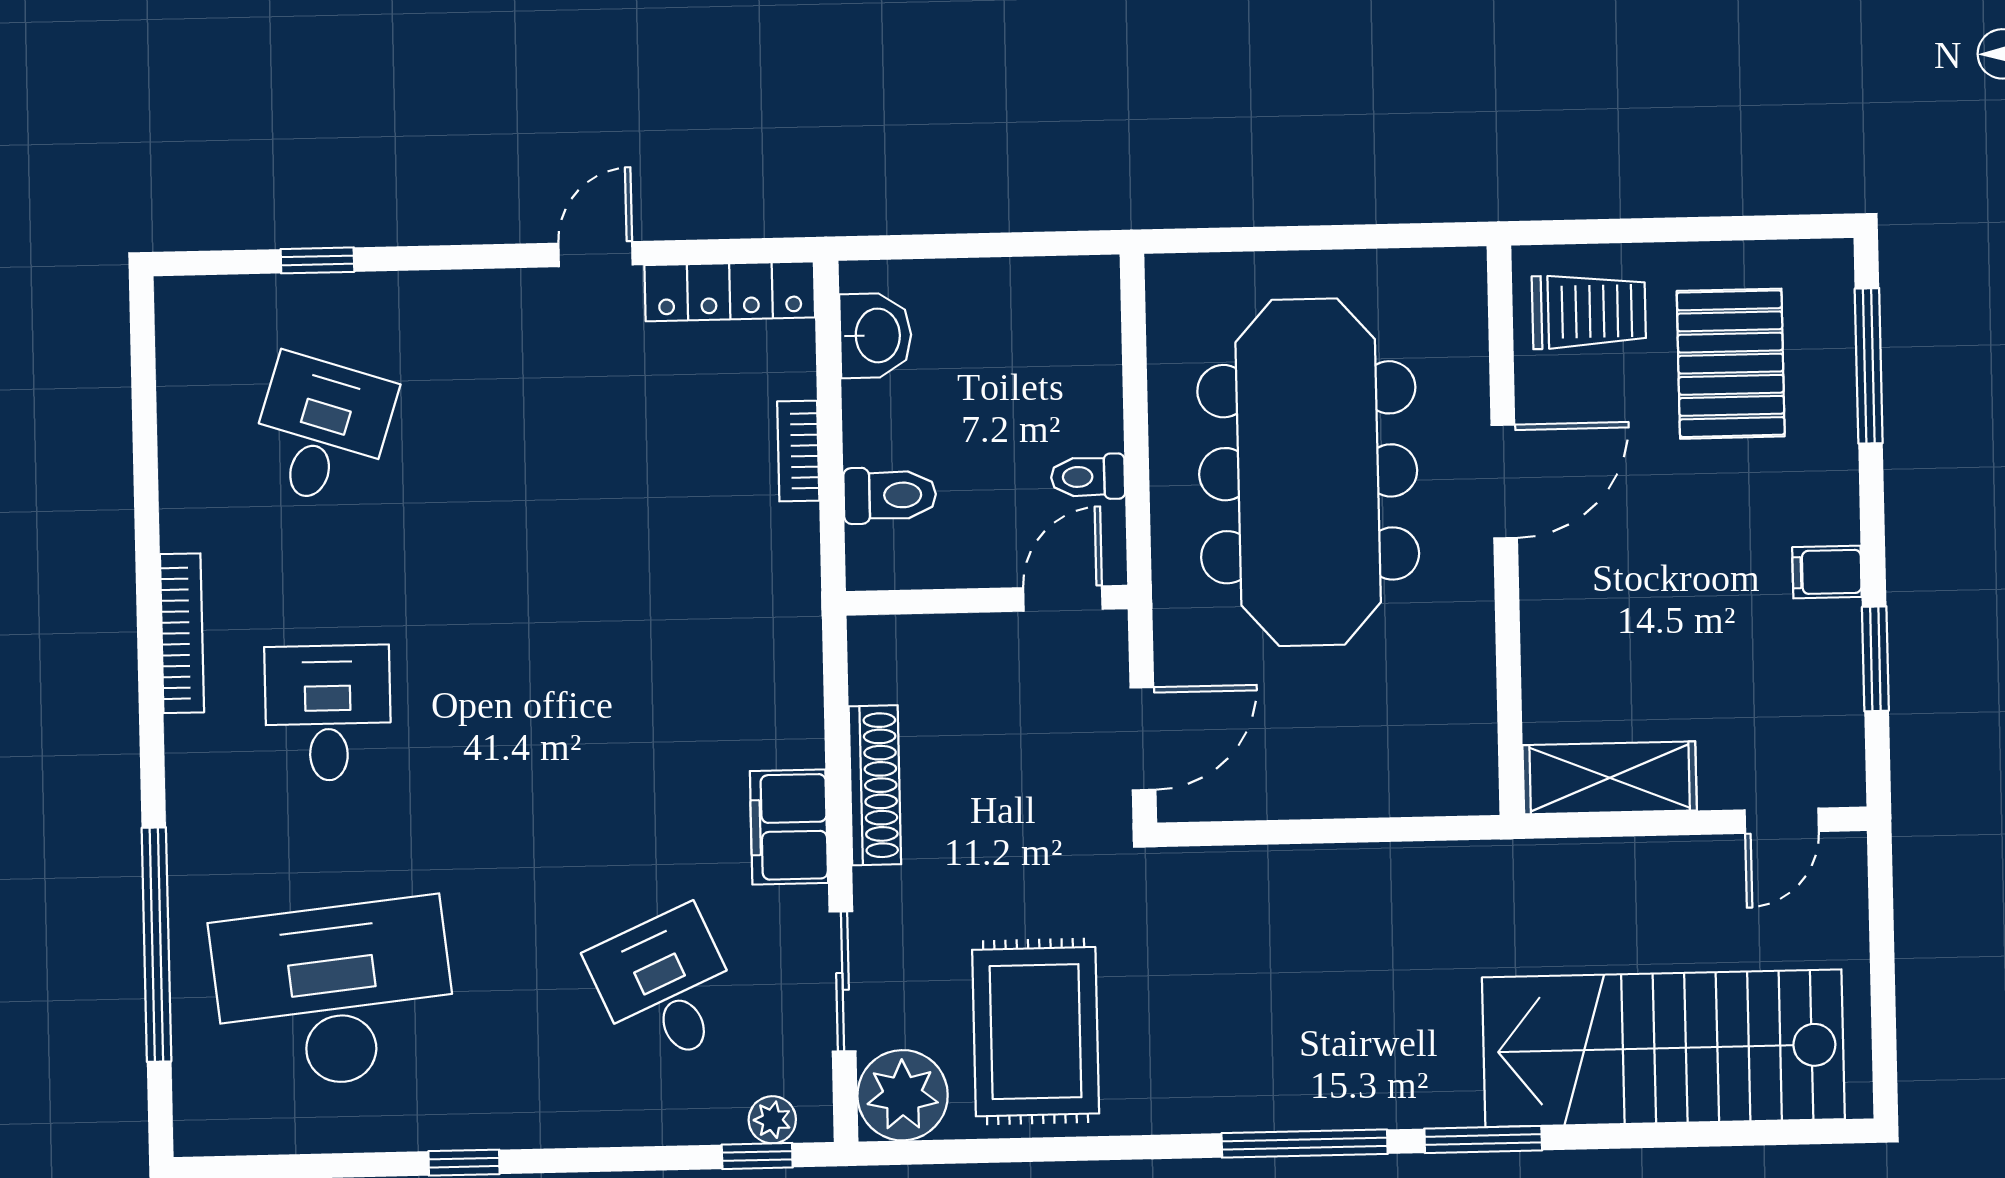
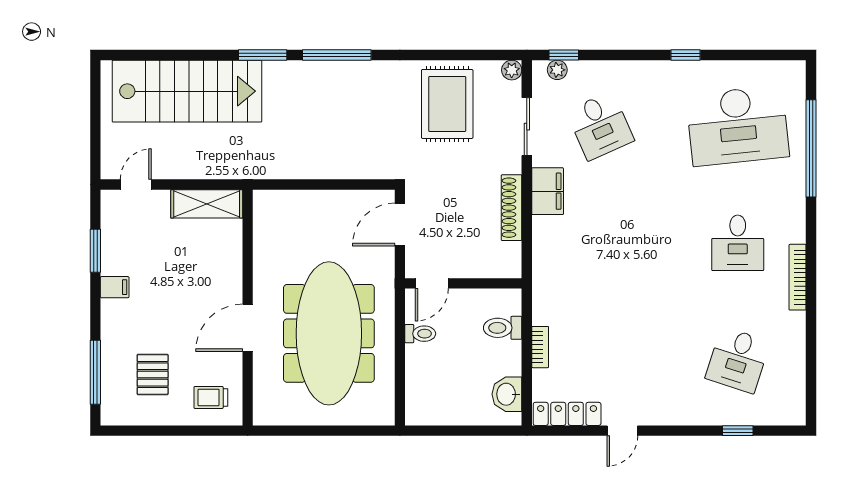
trolley: (1589, 311) -> (211, 397), width x0.73, depth x0.72
pallet: (1731, 364) -> (153, 374), width x0.67, depth x0.71
plant: (903, 1095) -> (512, 70), width x0.53, depth x0.53

